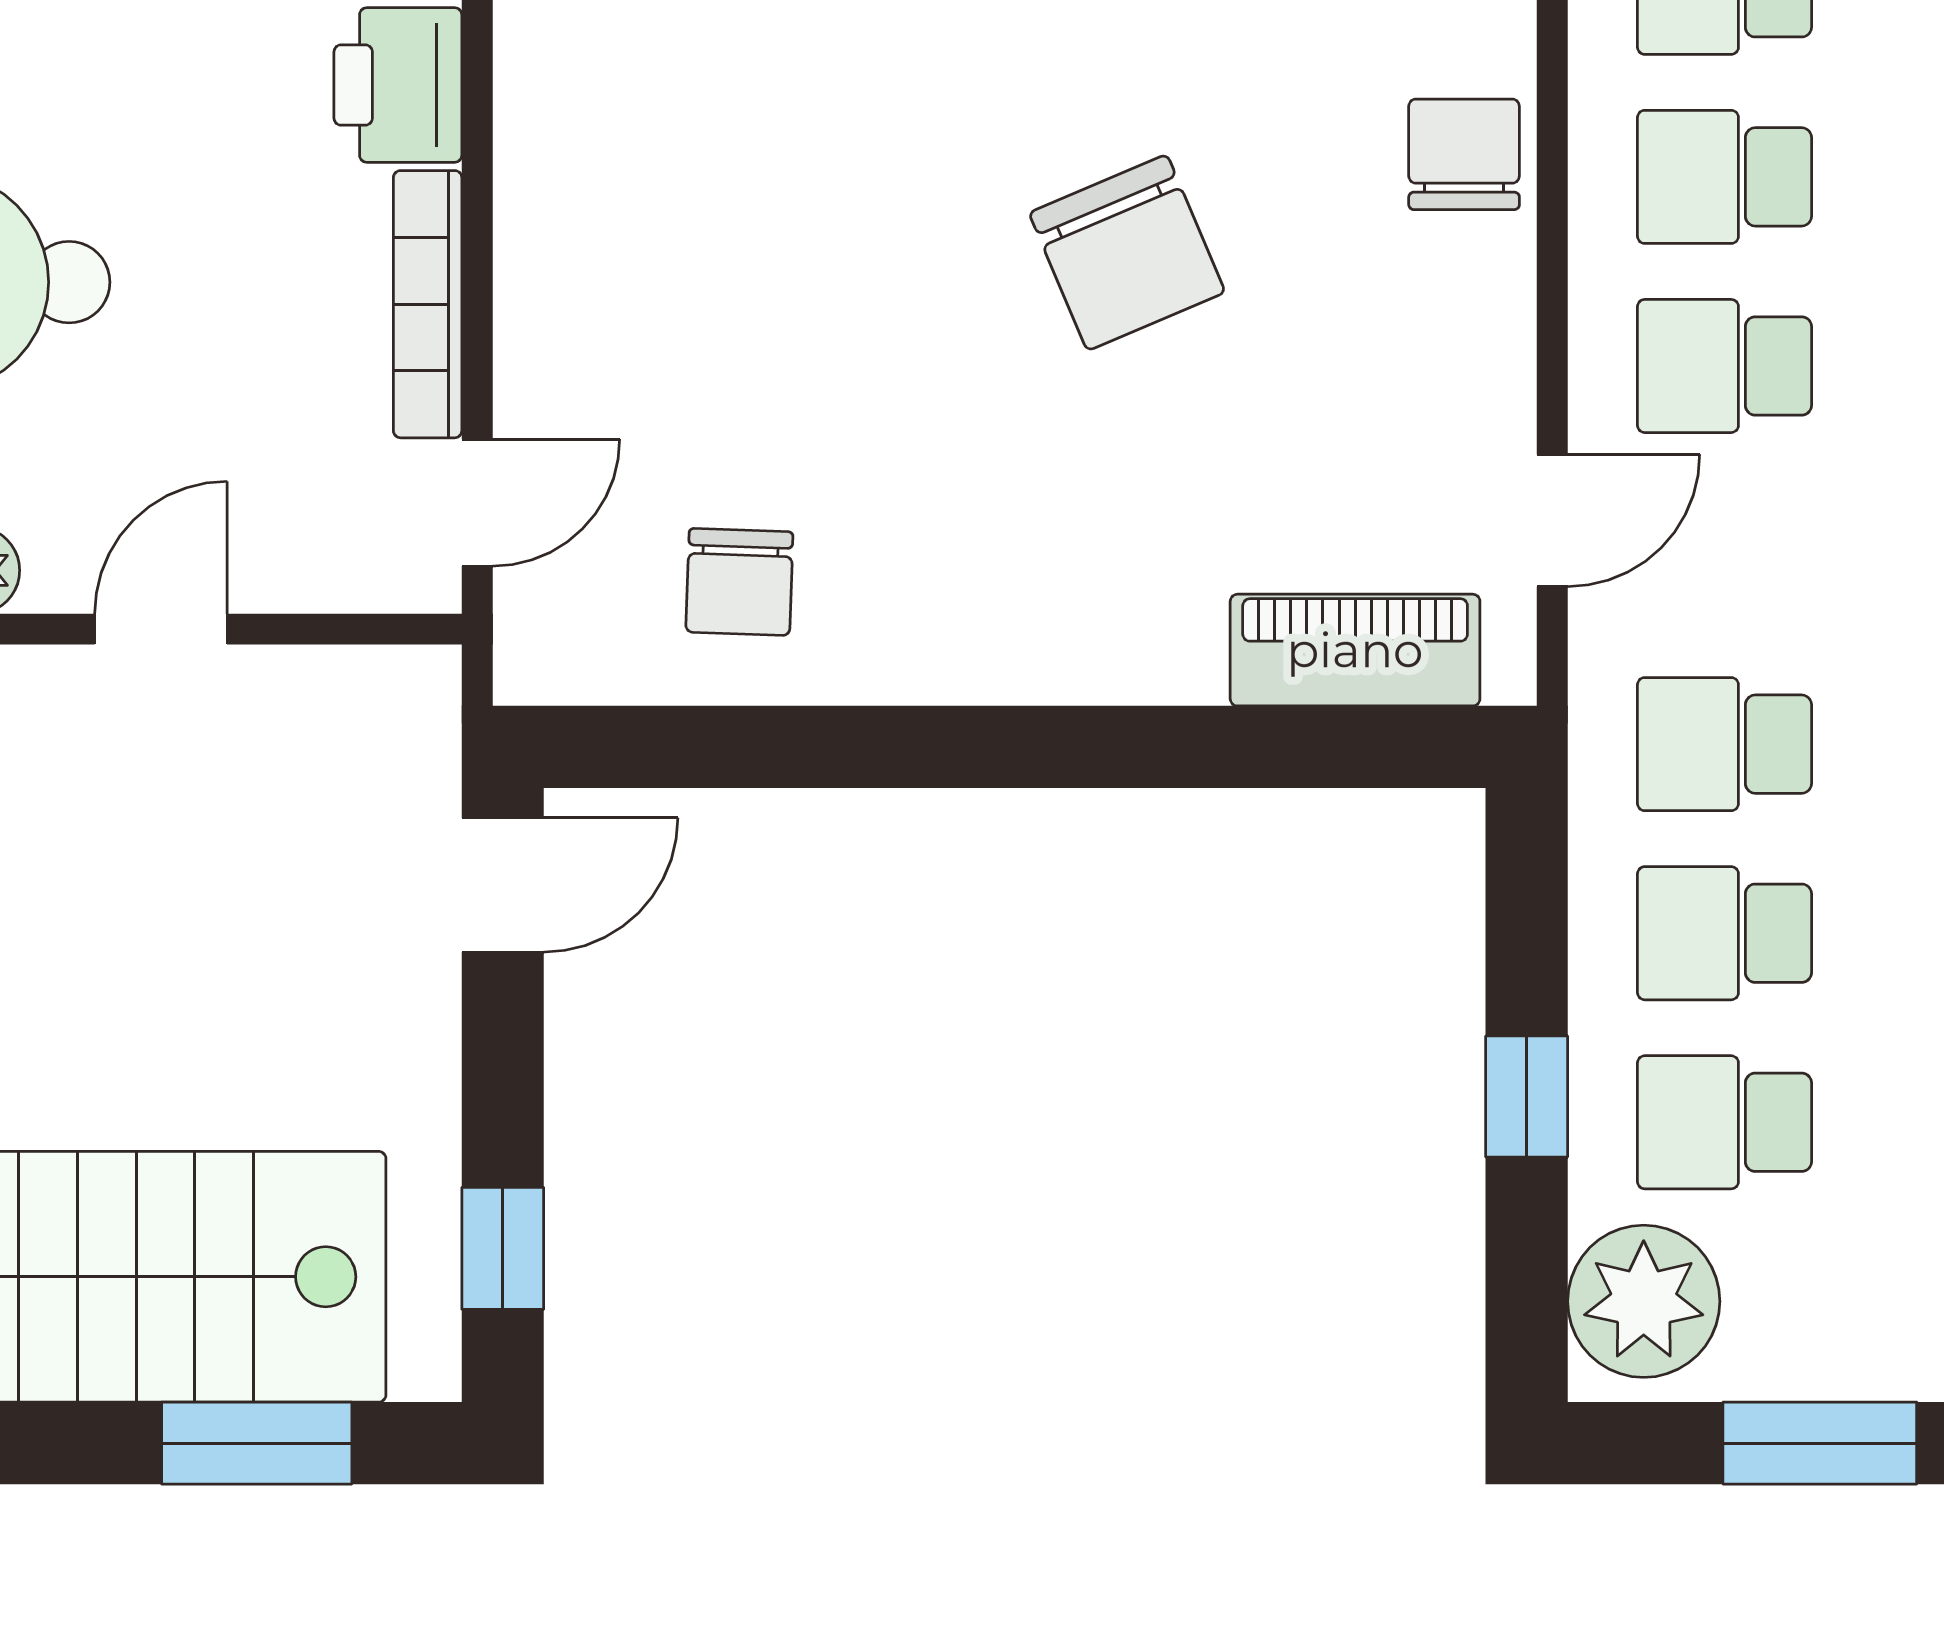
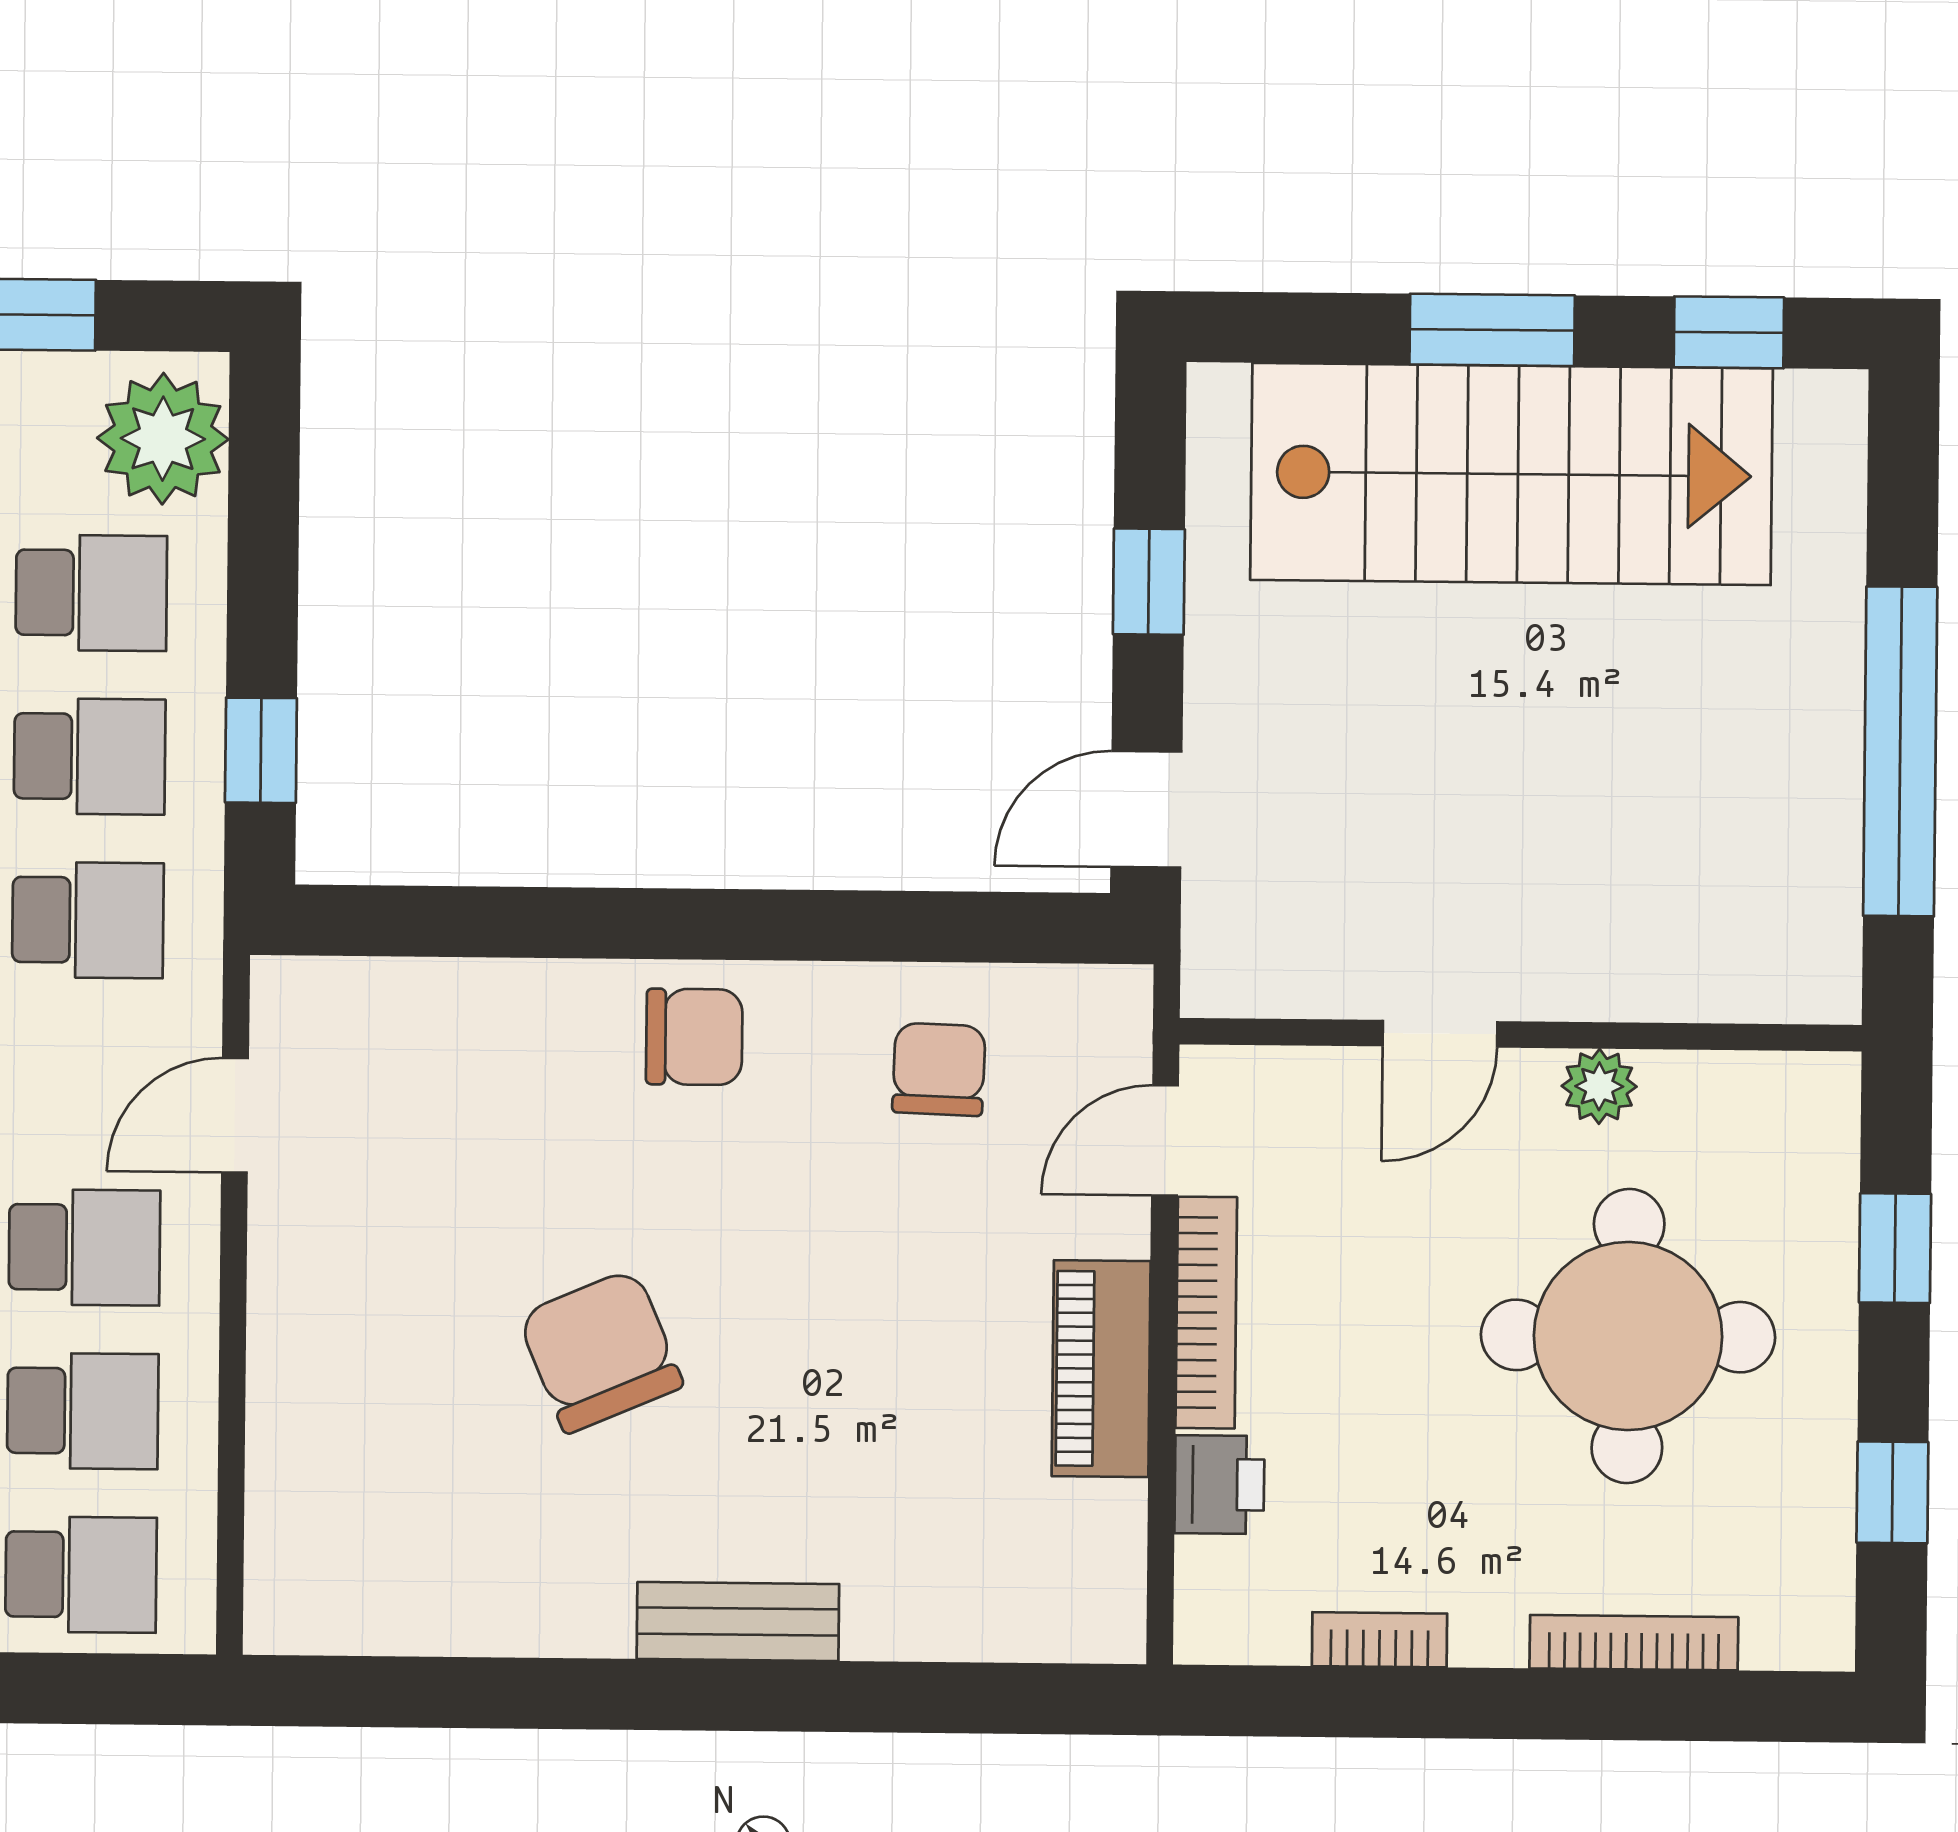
printer: (398, 85) -> (1219, 1485), width x0.73, depth x0.81
chair: (1464, 154) -> (694, 1037), moved, turned -90
piano: (1355, 650) -> (1101, 1369), moved, turned 90
window: (1527, 1097) -> (261, 750), moved
window: (503, 1248) -> (1149, 582), moved
window: (257, 1443) -> (1492, 330), moved

